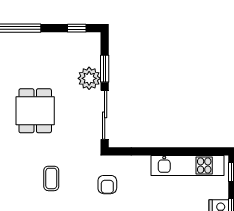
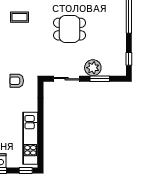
sliding door: (105, 115) -> (67, 79), width x0.73
coffee table: (51, 178) -> (20, 17), moved

